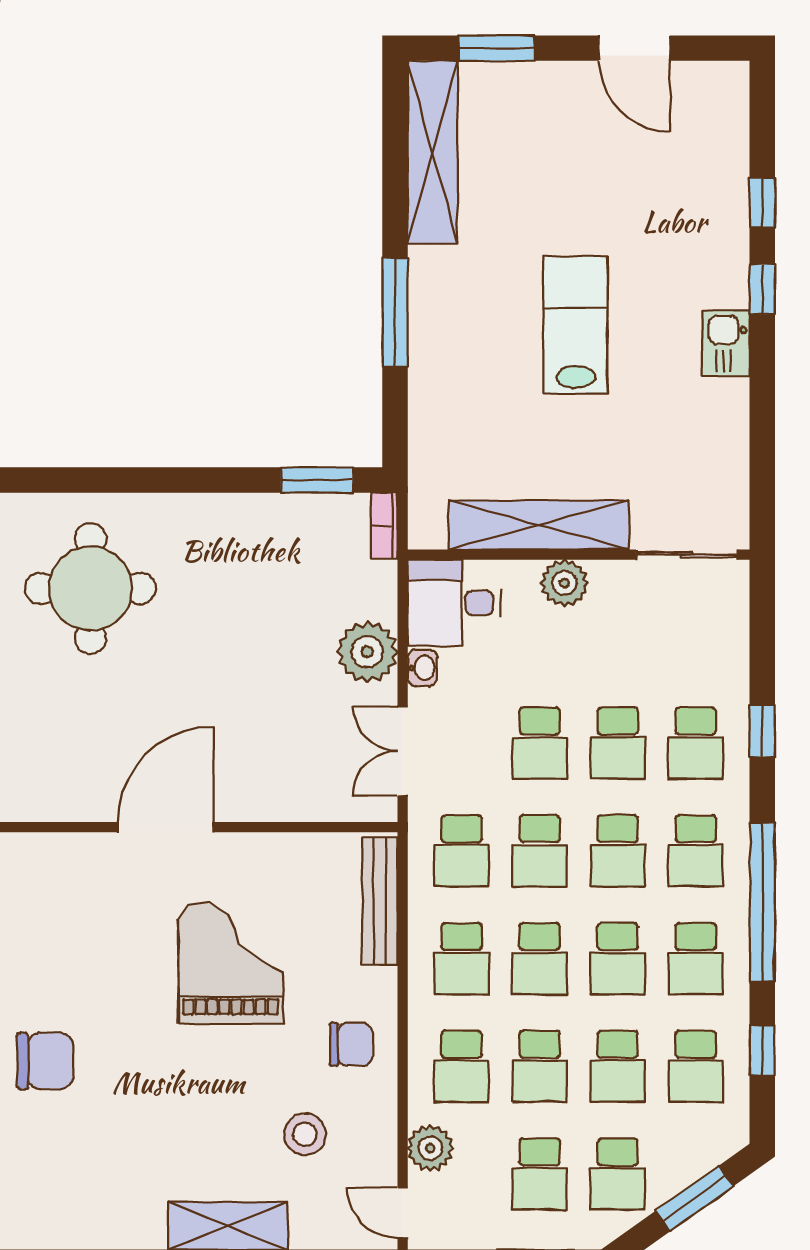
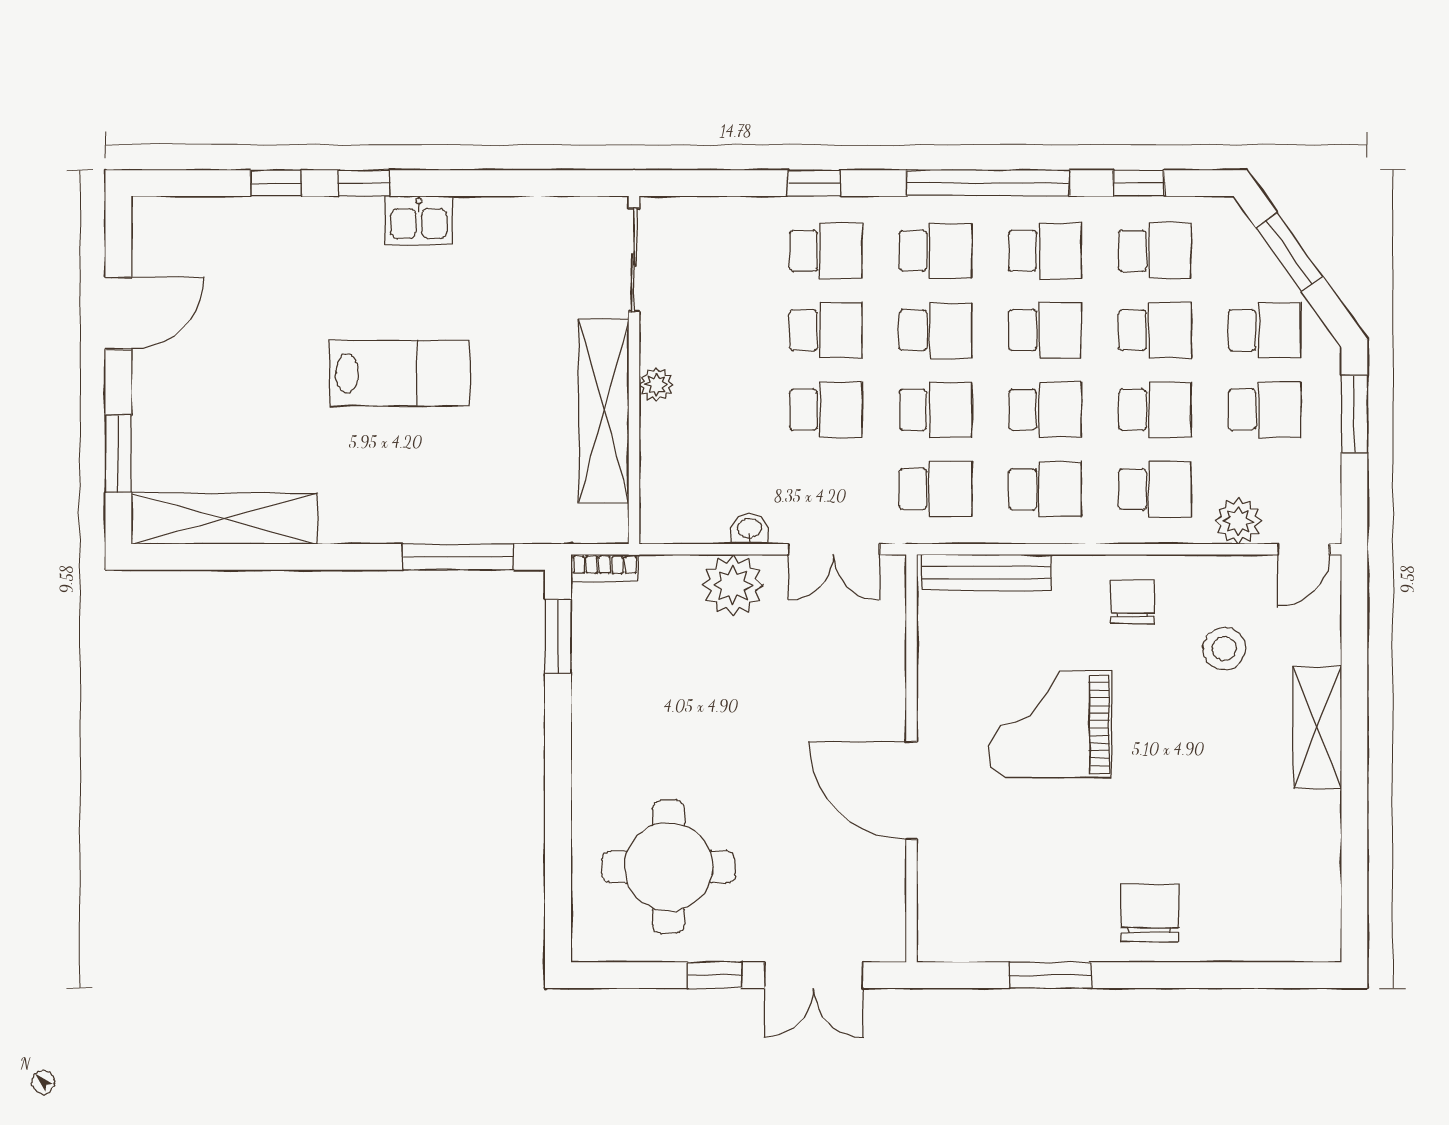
window: (395, 312) -> (458, 557), moved
lab bench: (576, 325) -> (400, 373), turned 180
plant: (564, 583) -> (656, 385), width x0.73, depth x0.73
desk: (454, 603) -> (683, 497), removed

